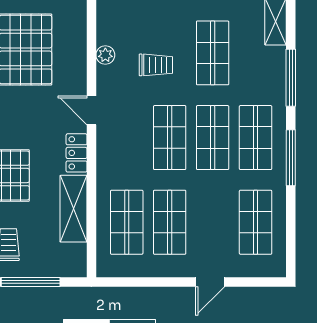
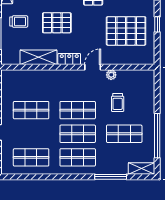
plant: (105, 55) -> (111, 75), moved
window: (291, 158) -> (67, 177), removed
shop shelf: (127, 222) -> (31, 87), removed

